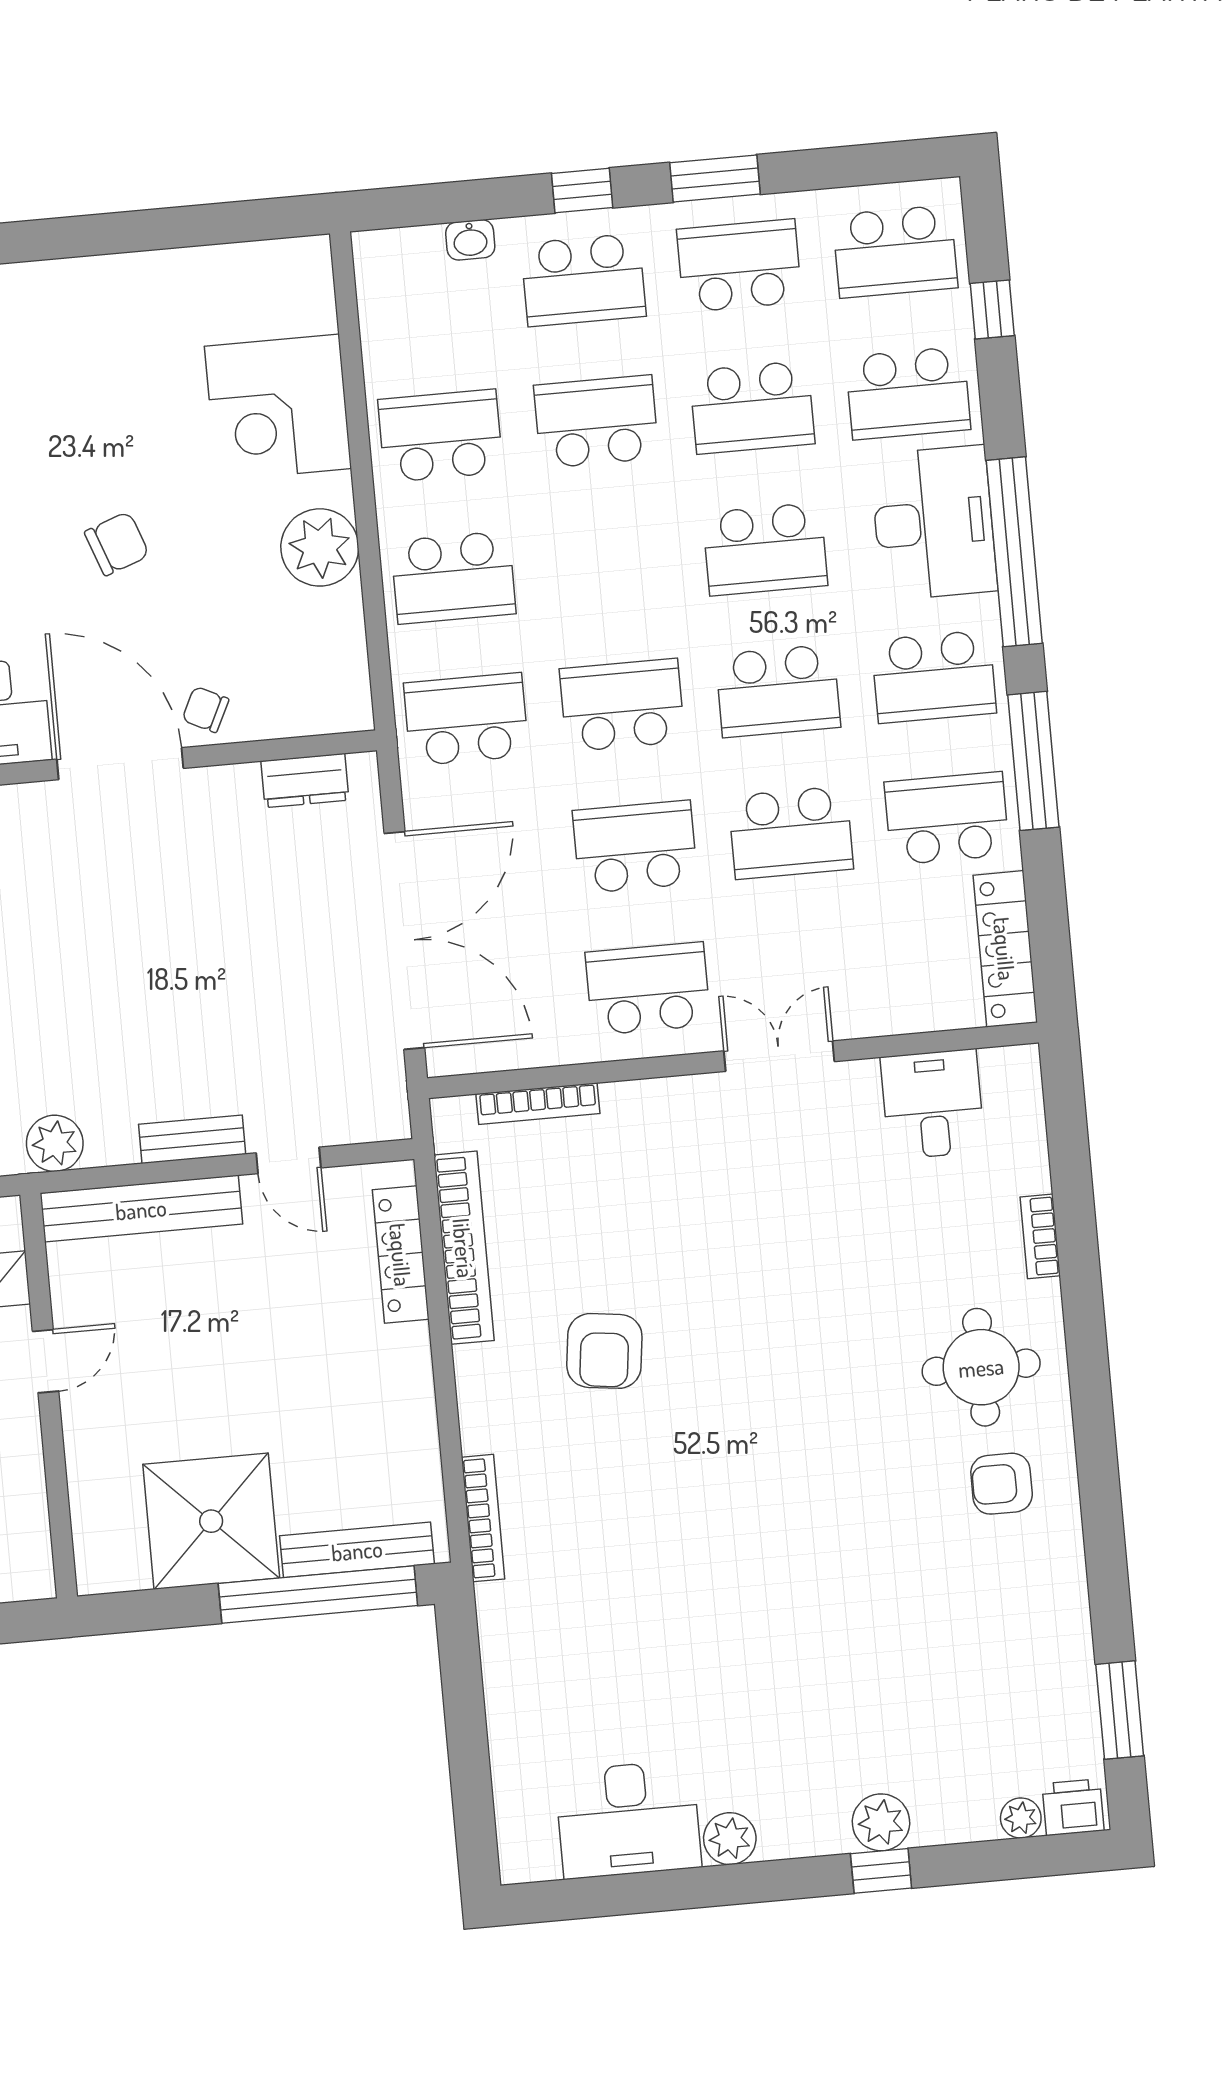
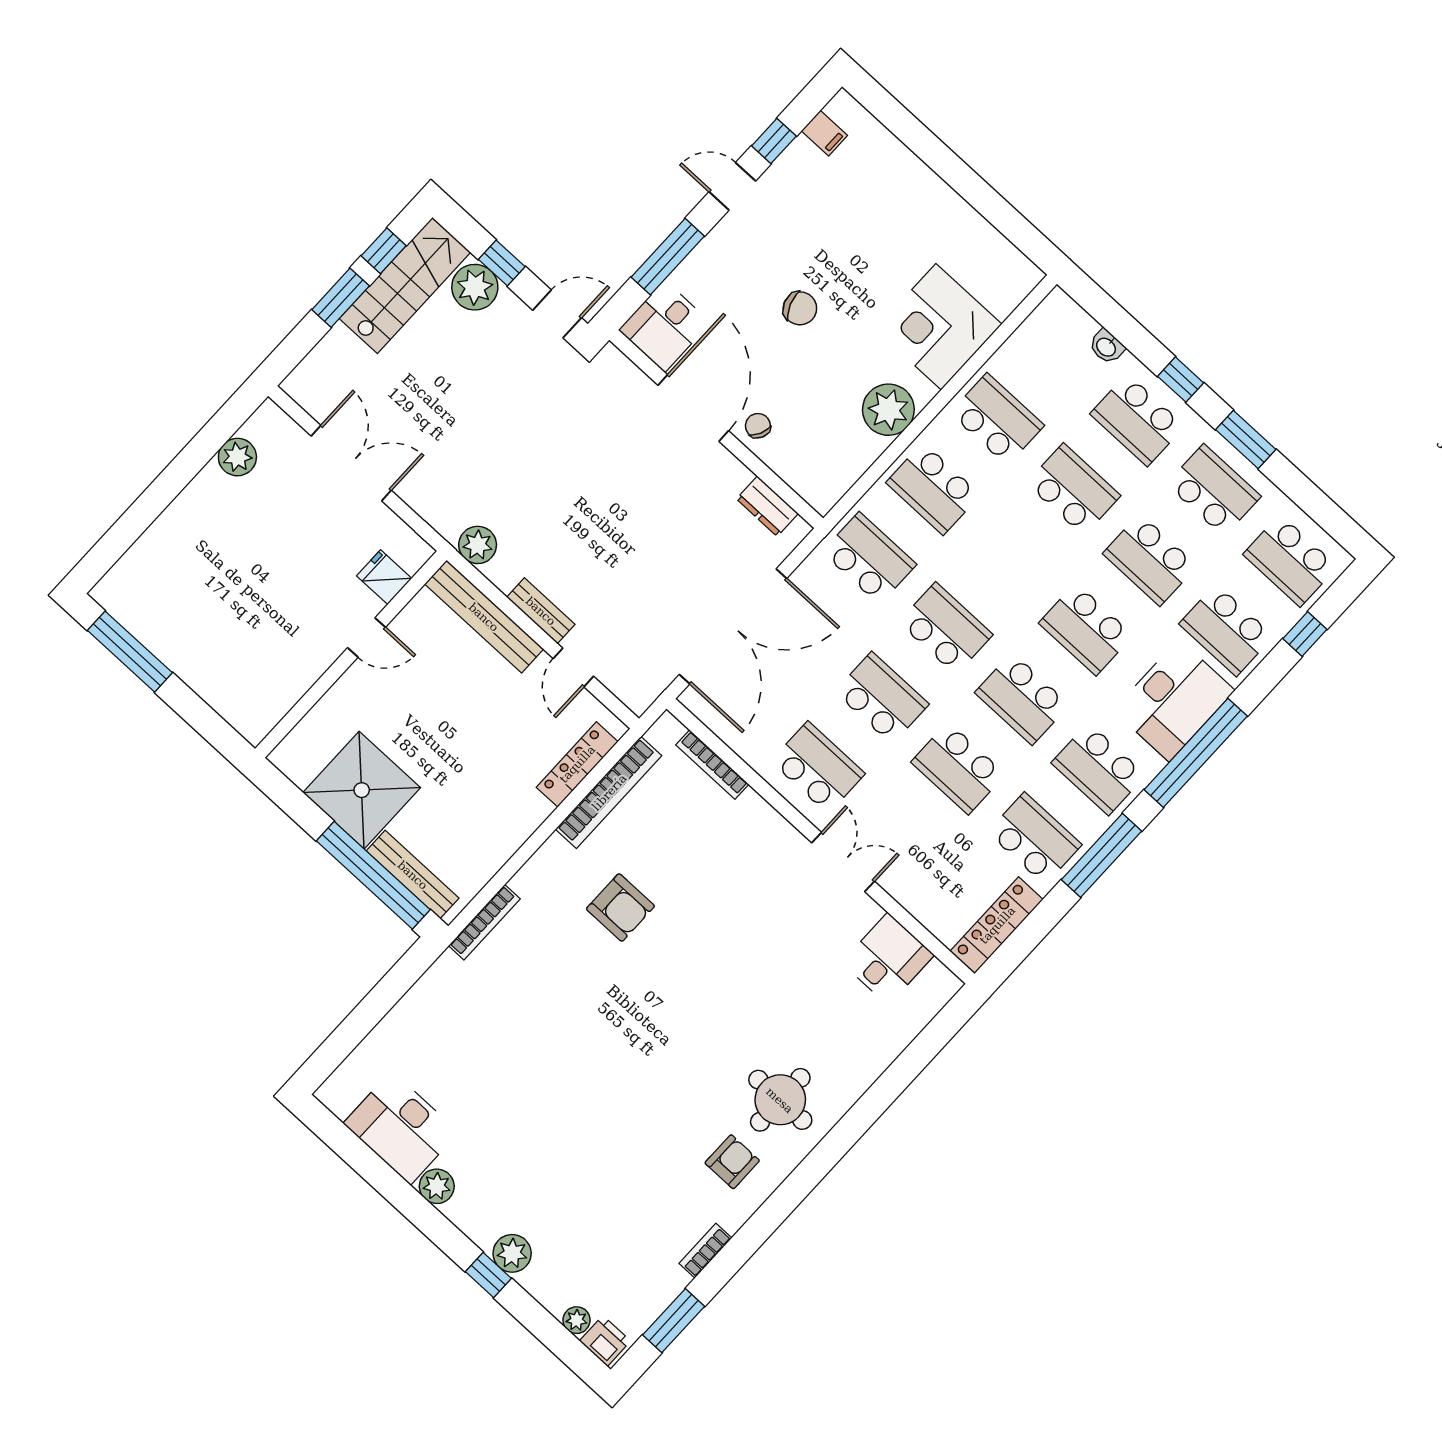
bookcase: (1040, 1236) -> (705, 1251), moved
armchair: (604, 1351) -> (620, 907), turned -97
armchair: (1002, 1484) -> (732, 1162), turned 90

